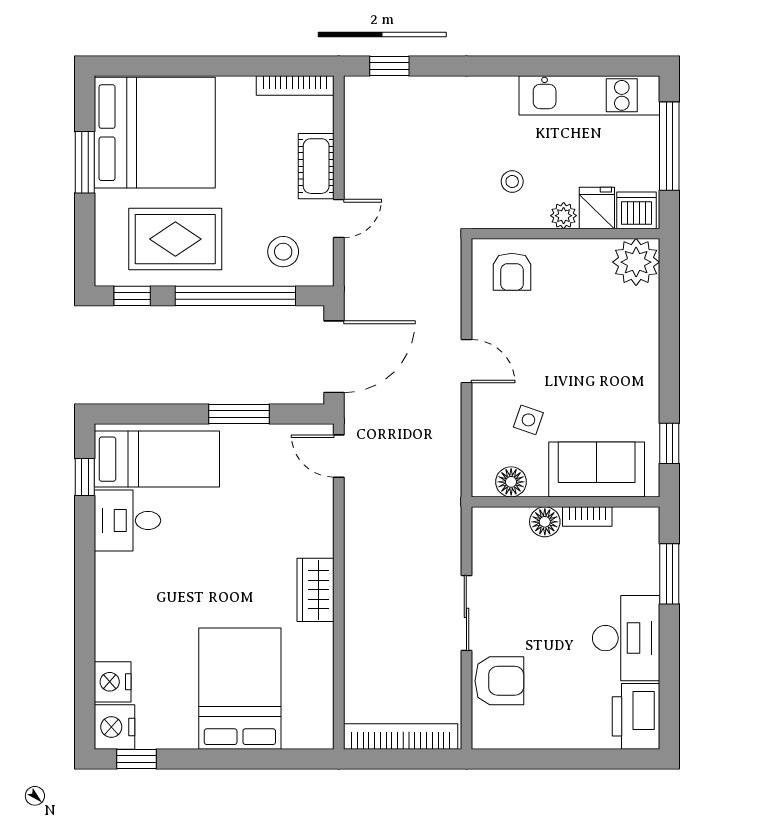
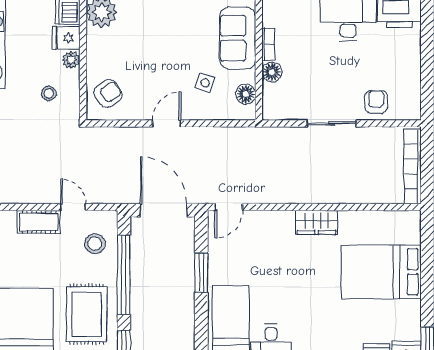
armchair: (512, 272) -> (108, 94), turned -35
armchair: (499, 681) -> (376, 102), width x0.72, depth x0.72

